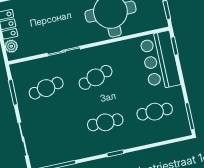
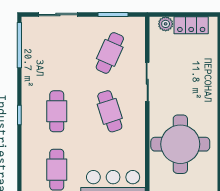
cafe table: (46, 88) -> (110, 53), turned 36

